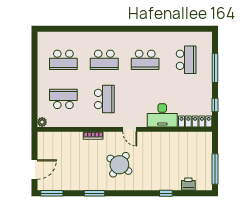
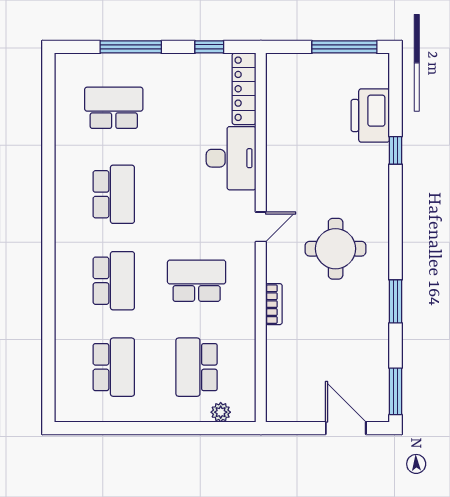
plant: (42, 122) -> (221, 412), moved
round table: (119, 165) -> (336, 249), turned -35
printer: (188, 184) -> (370, 116), width x1.87, depth x1.48

